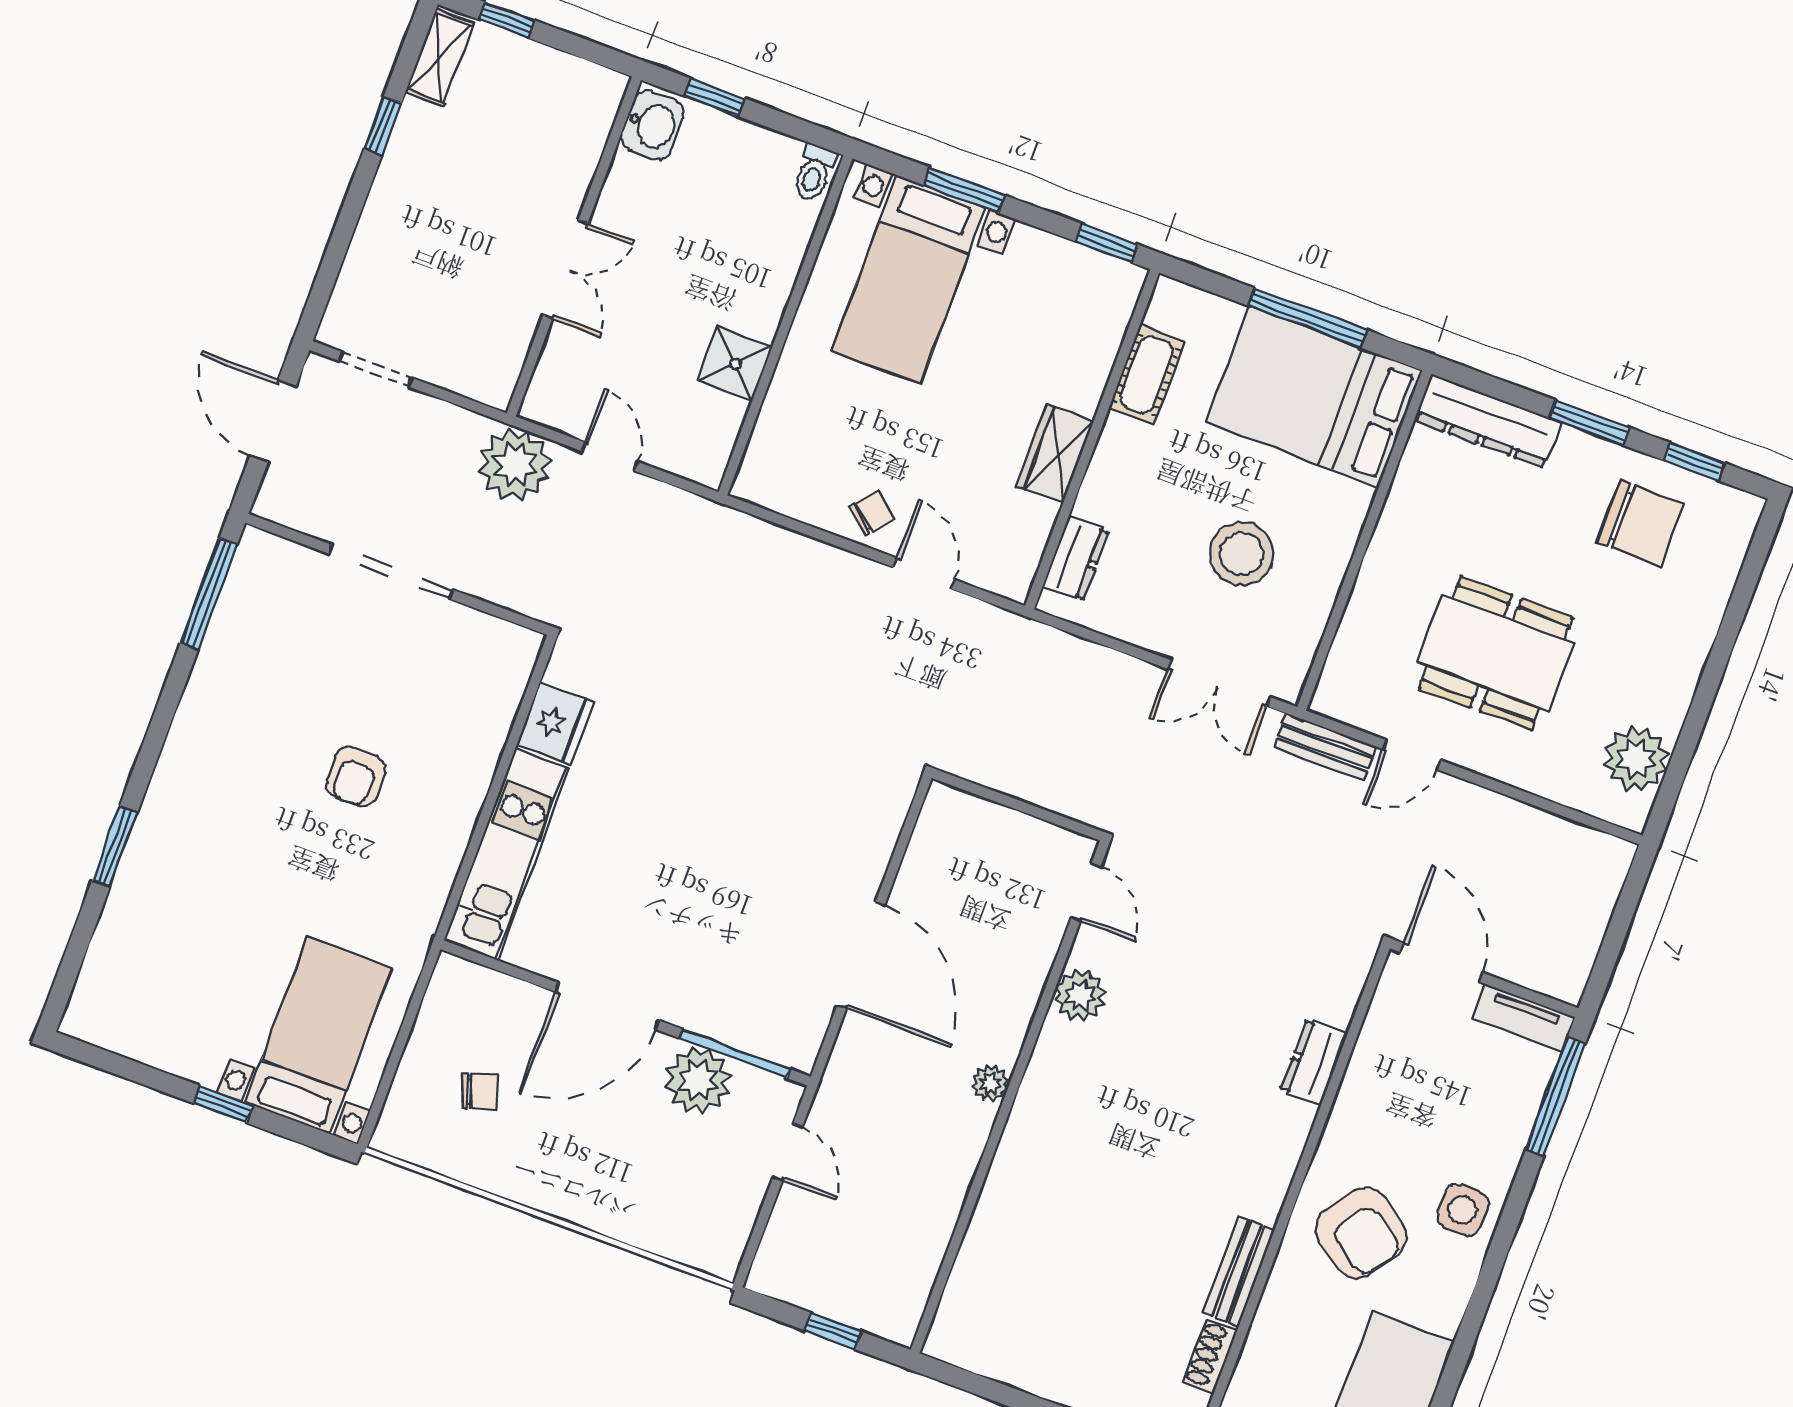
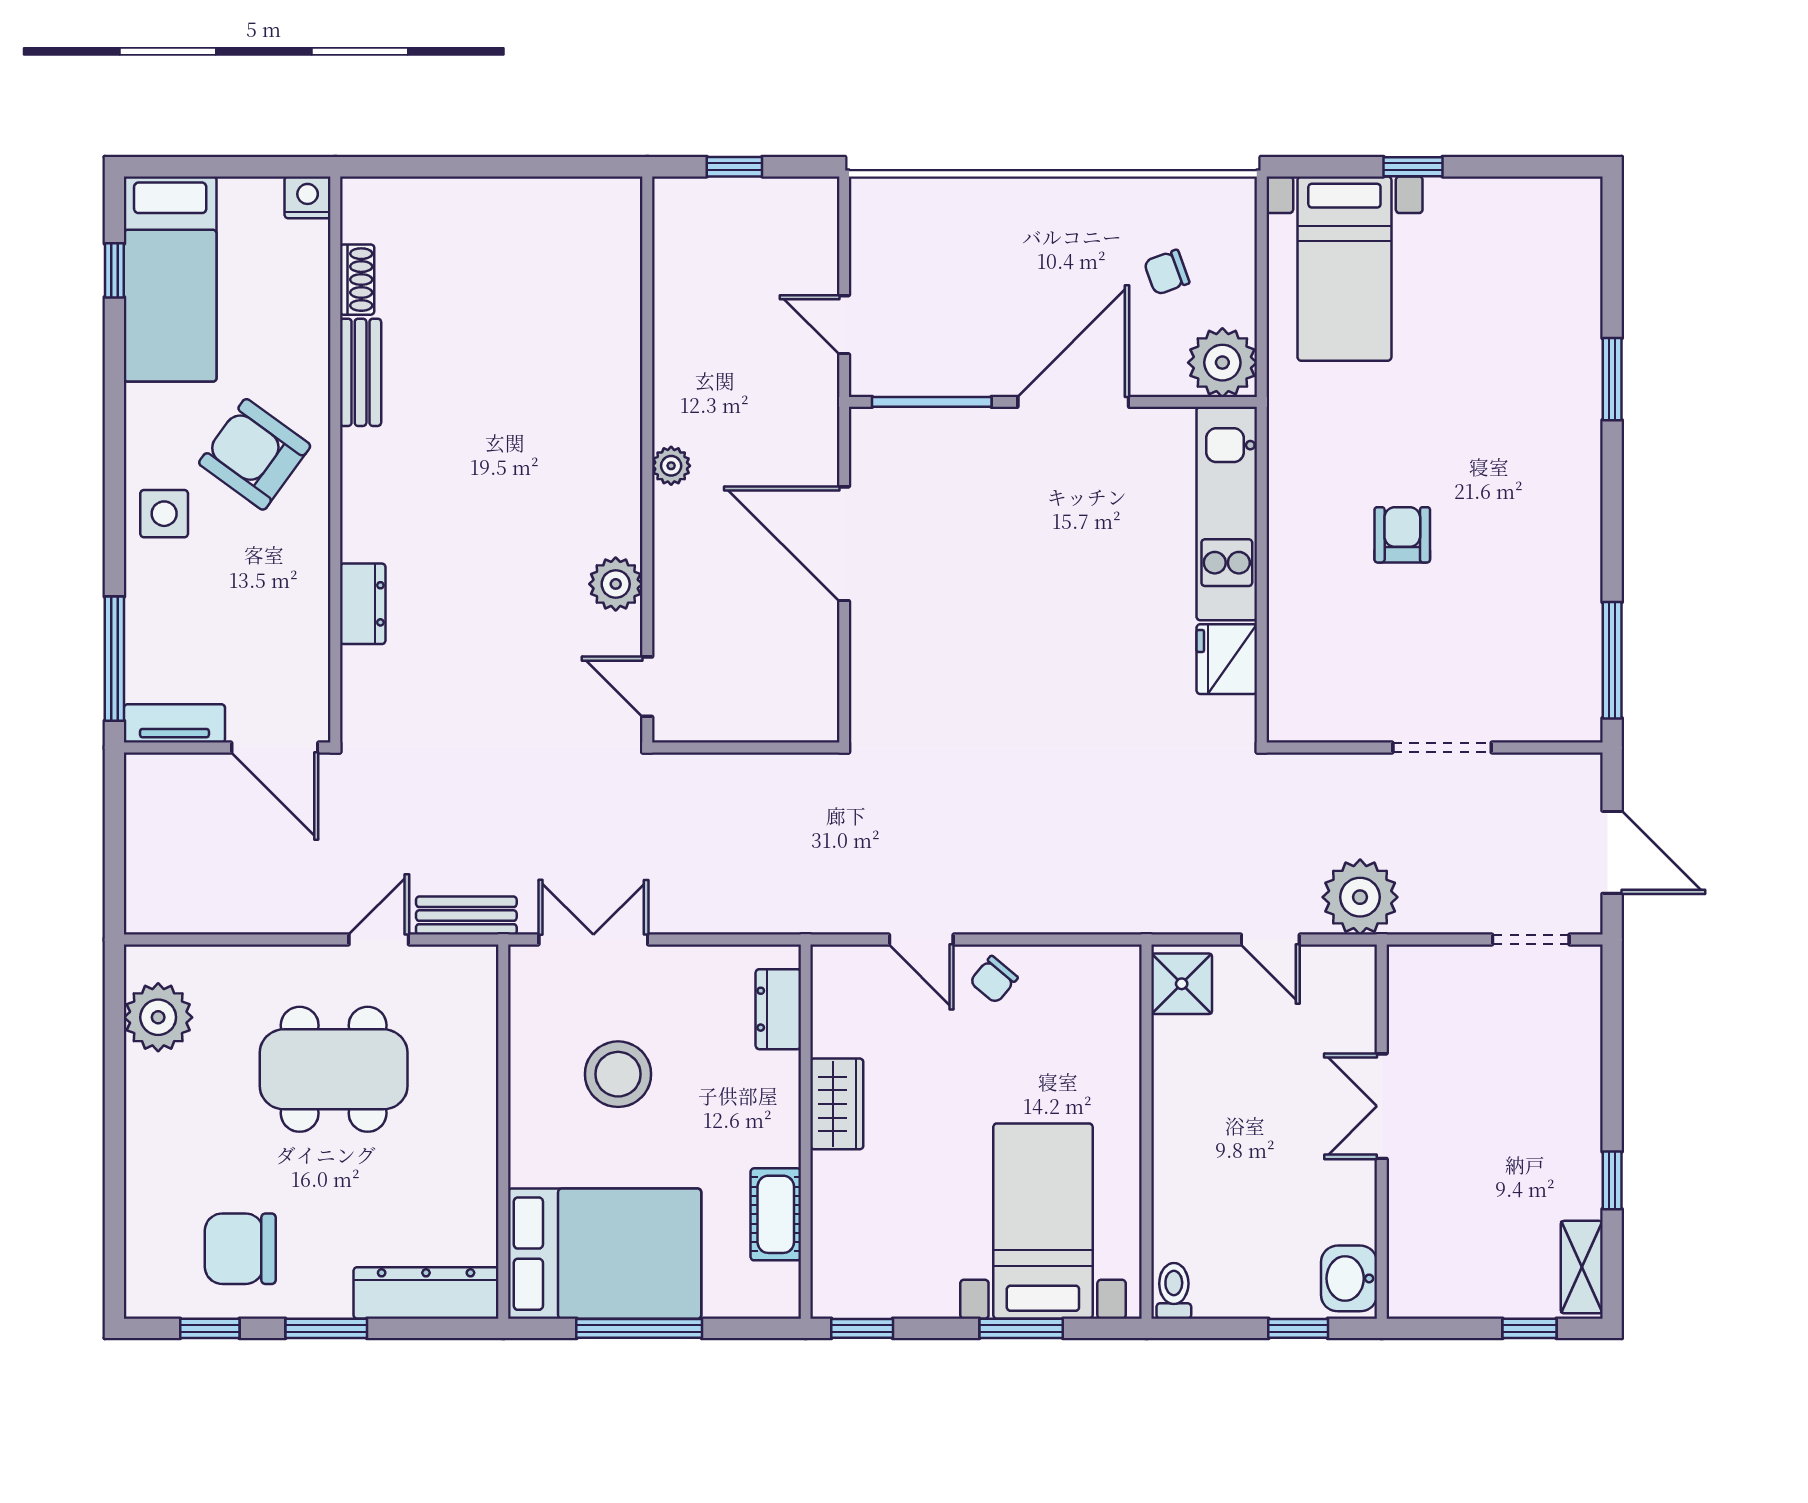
shower: (735, 364) -> (1182, 984), moved
doorway: (391, 572) -> (1442, 748), width x0.73
plant: (698, 1080) -> (1222, 363), moved

